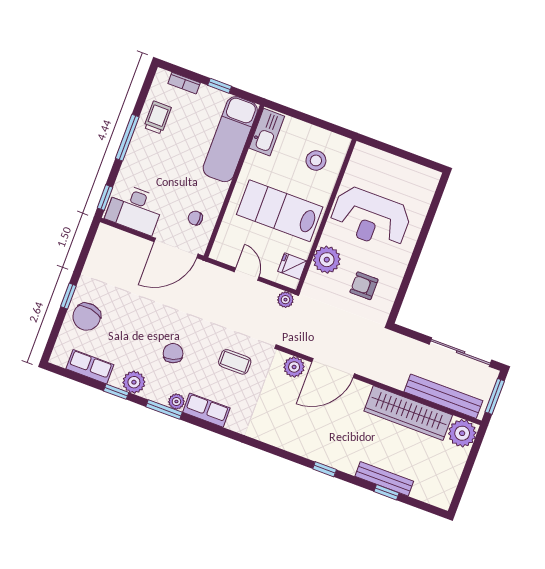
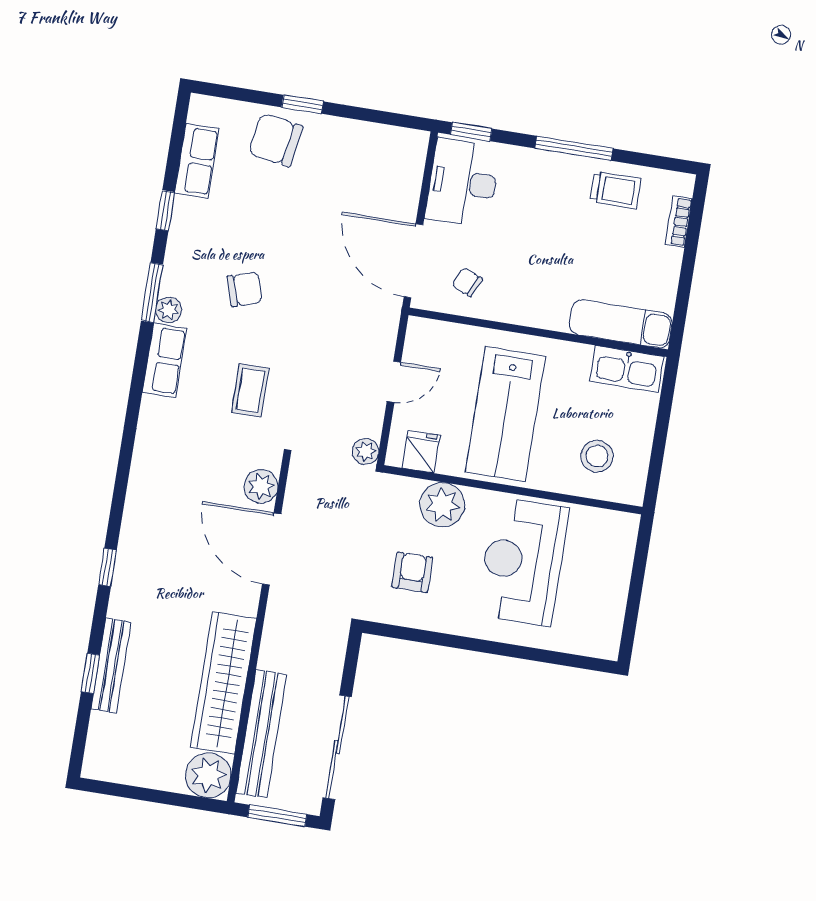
window: (220, 86) -> (686, 279), removed
exam couch: (230, 139) -> (621, 324), width x0.73, depth x0.69
lab bench: (280, 211) -> (505, 414), turned 180
chair: (195, 218) -> (467, 282), turned -67
plant: (134, 382) -> (186, 236), removed

